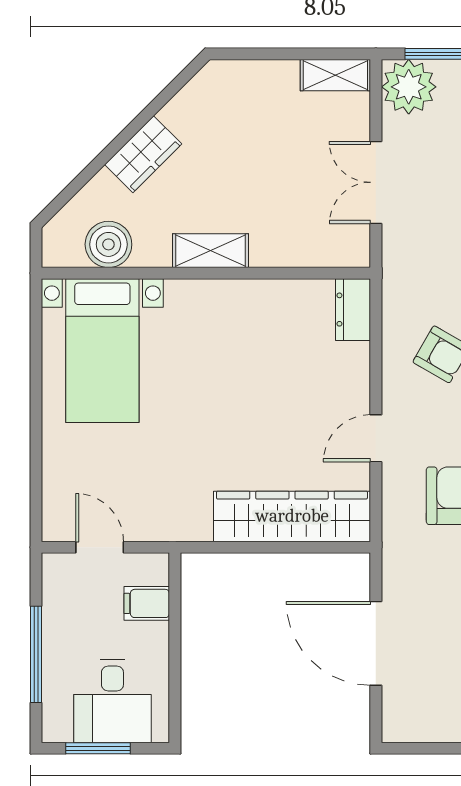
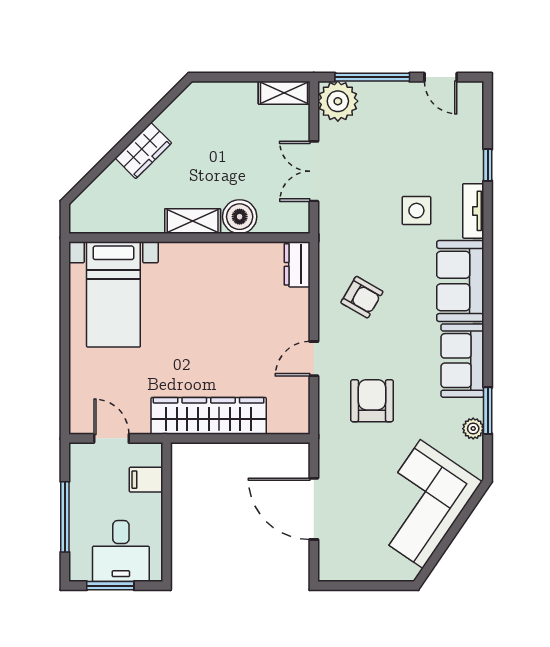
boiler: (108, 244) -> (240, 217), moved
wardrobe: (292, 516) -> (209, 416), moved

